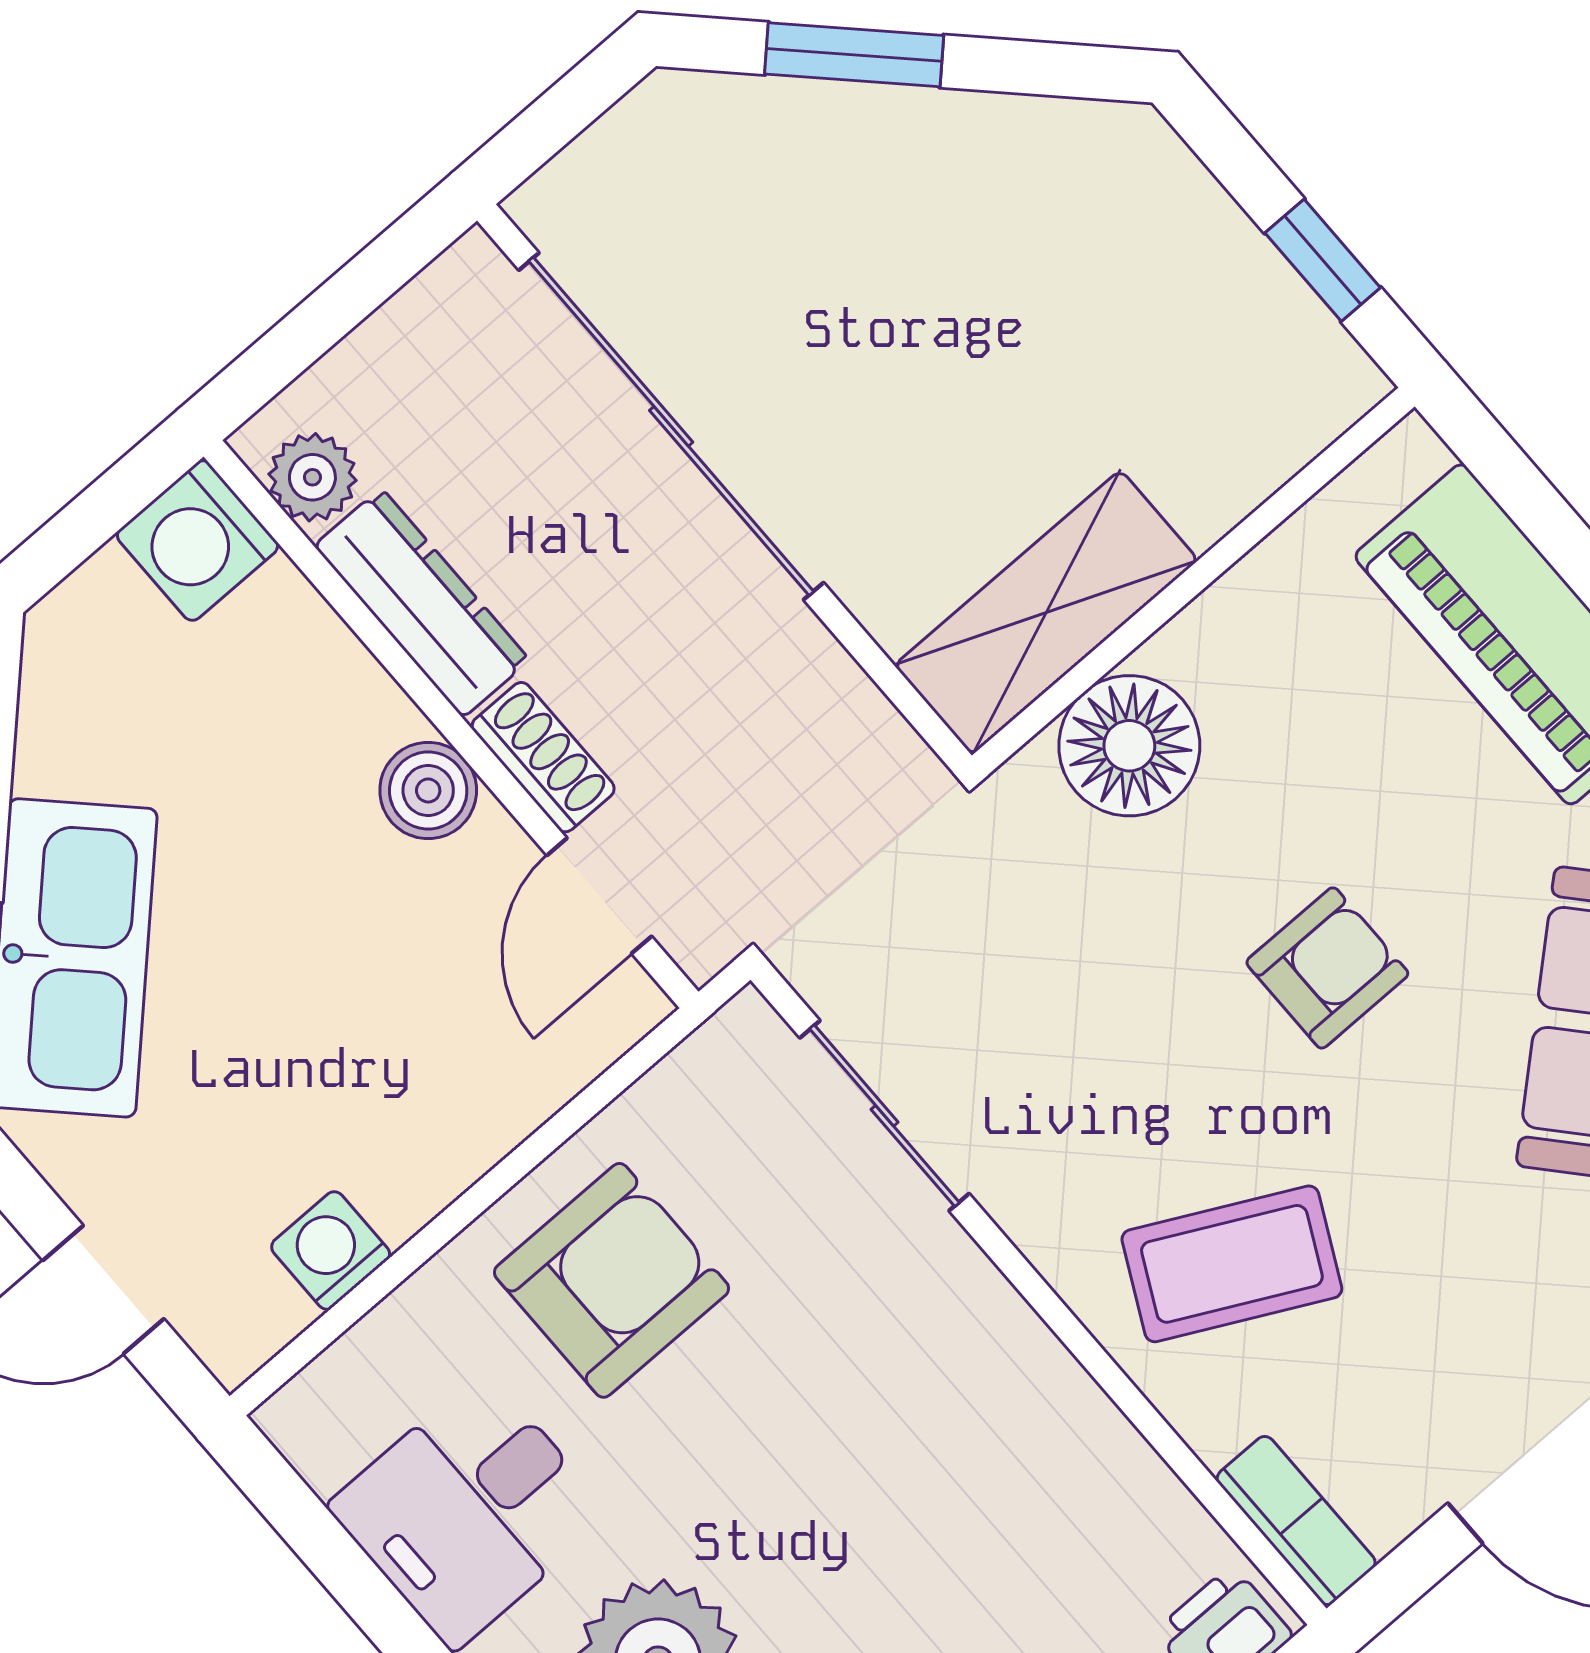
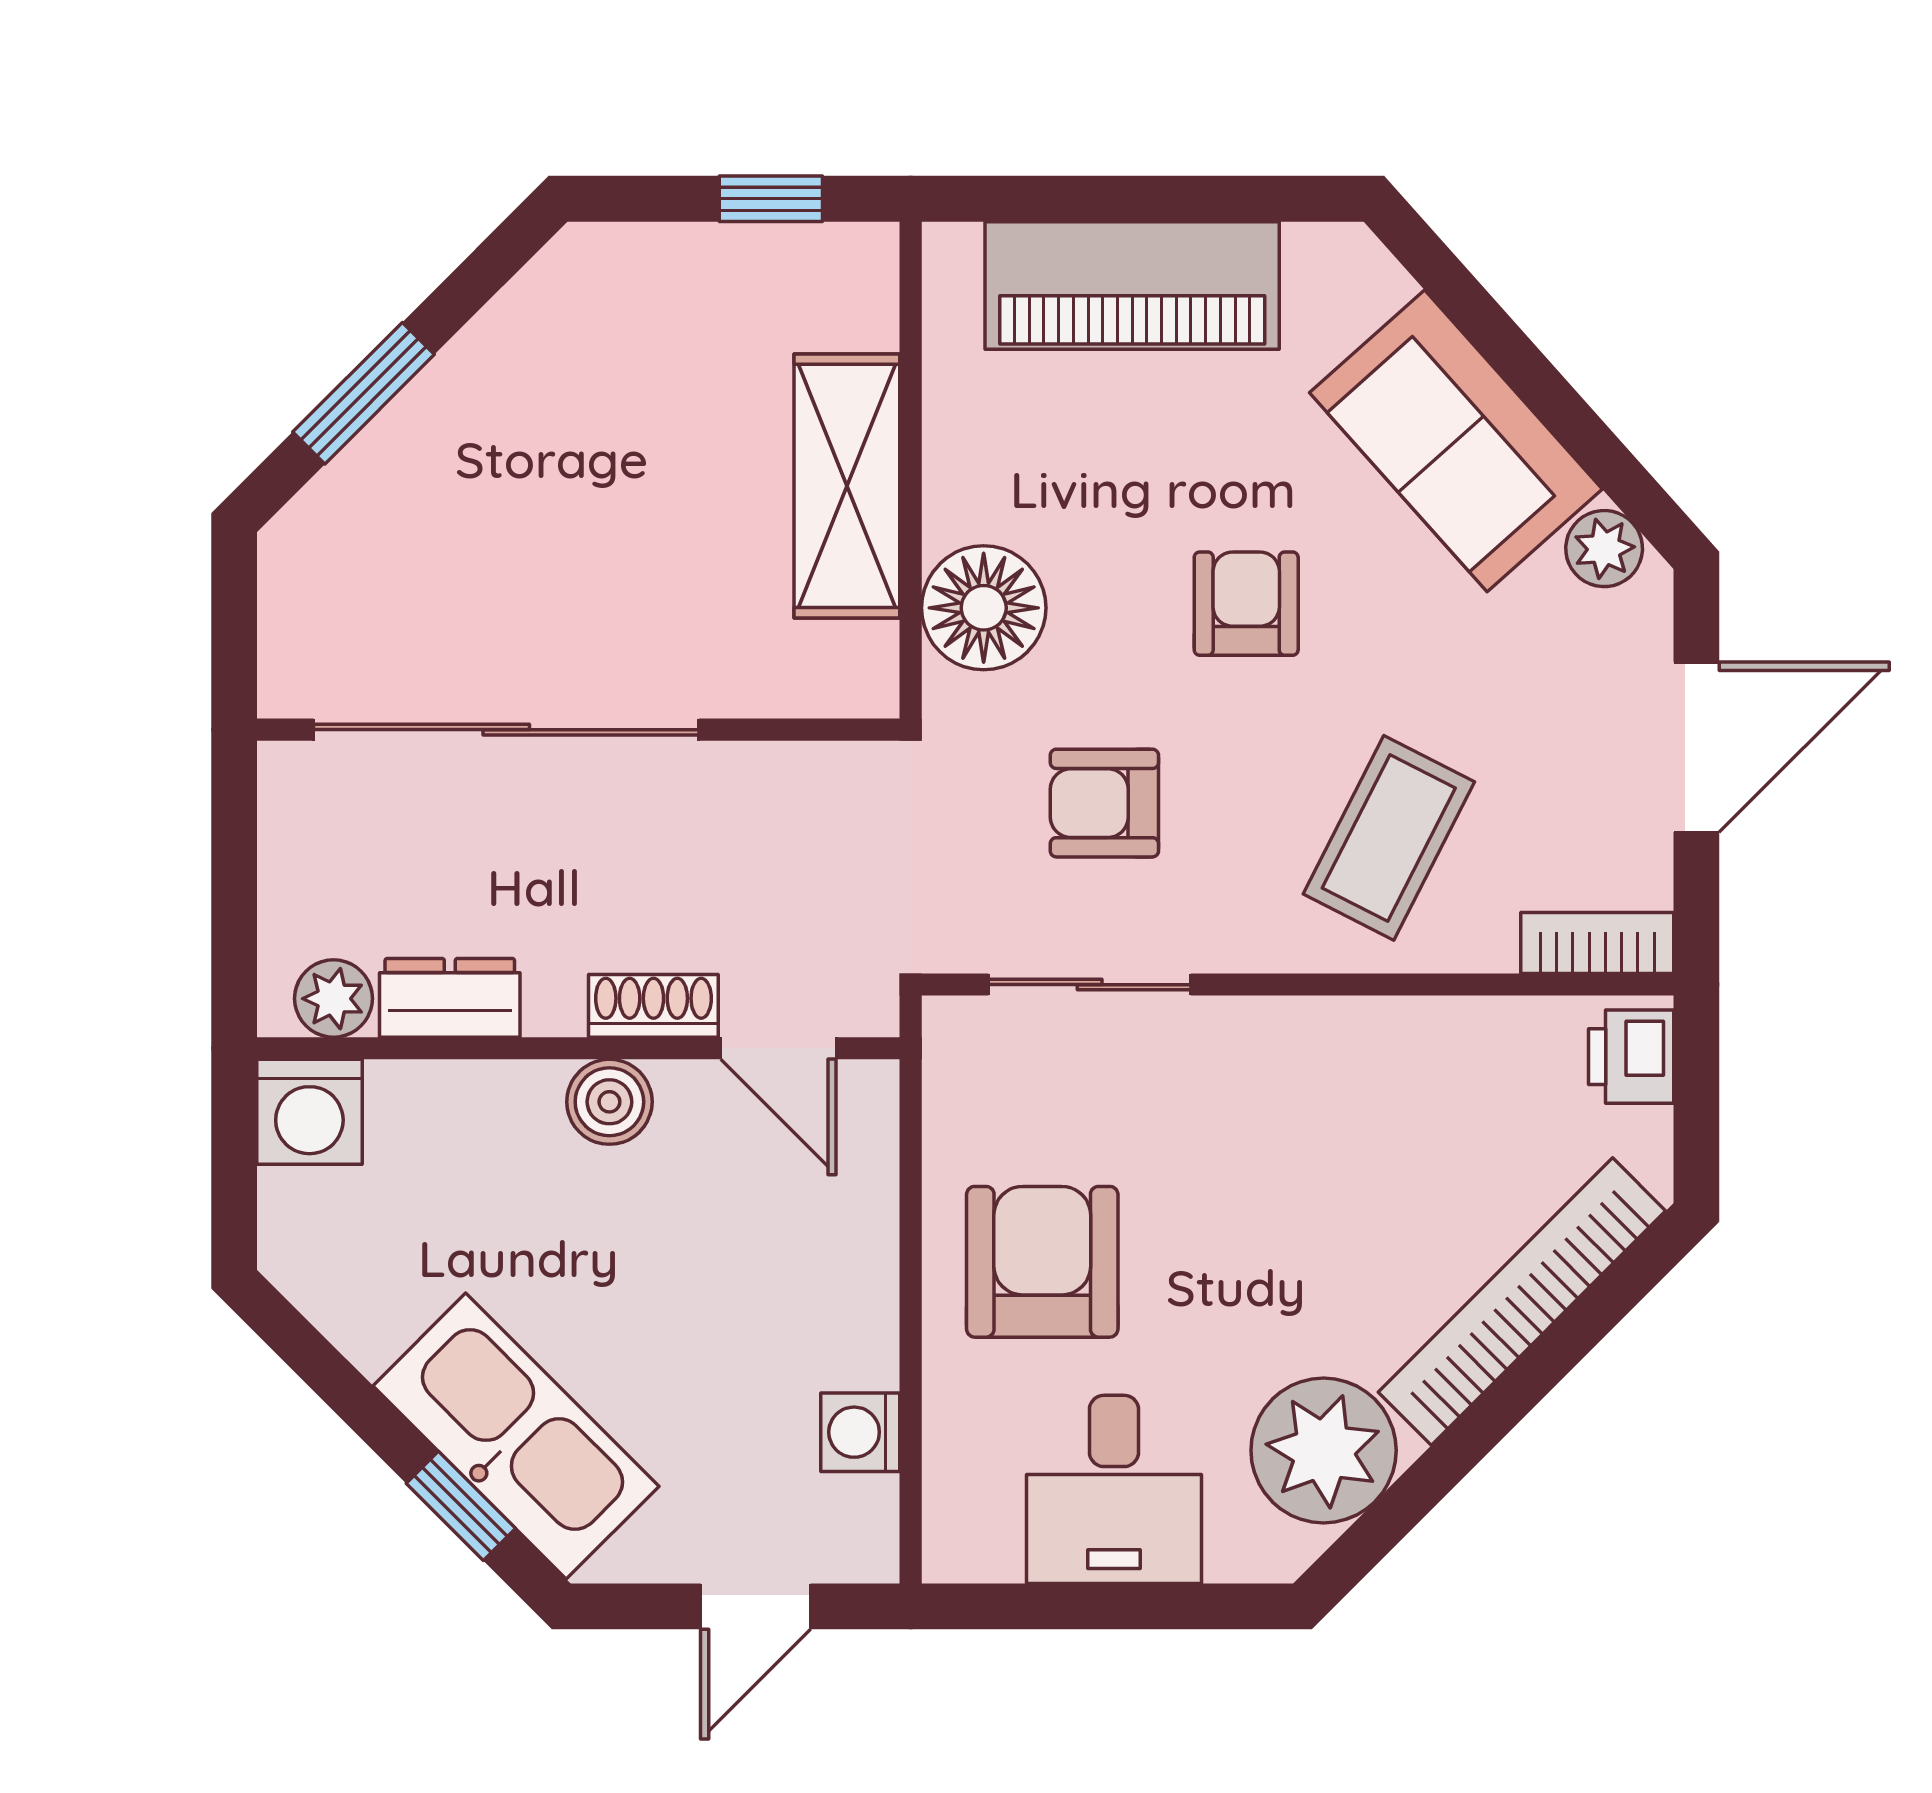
dresser: (422, 603) -> (450, 998), width x0.70
shelving: (1046, 613) -> (847, 486), moved
armchair: (1051, 994) -> (1104, 803), added

